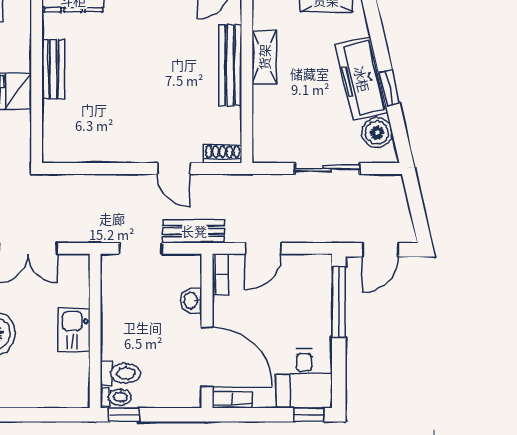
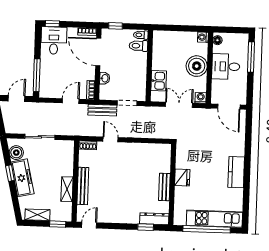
kitchen sink: (74, 330) -> (159, 81), moved
window: (124, 415) -> (115, 26), moved

